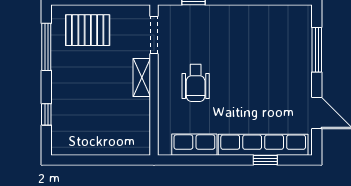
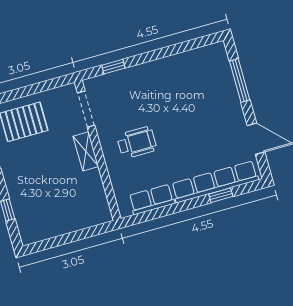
wheelchair: (196, 83) -> (137, 142), turned -90

